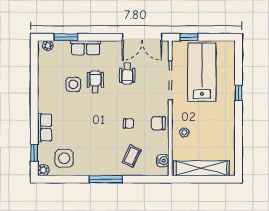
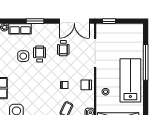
window: (66, 37) -> (35, 21), moved
row of seats: (86, 48) -> (20, 29), moved
lab bench: (202, 72) -> (130, 80), moved
window: (239, 93) -> (146, 62), width x3.17

